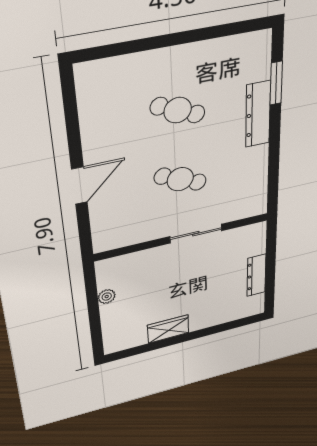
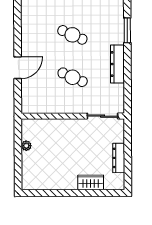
dresser: (258, 114) -> (117, 64), moved
sliding door: (196, 234) -> (103, 116), moved
wardrobe: (168, 329) -> (91, 182), moved

